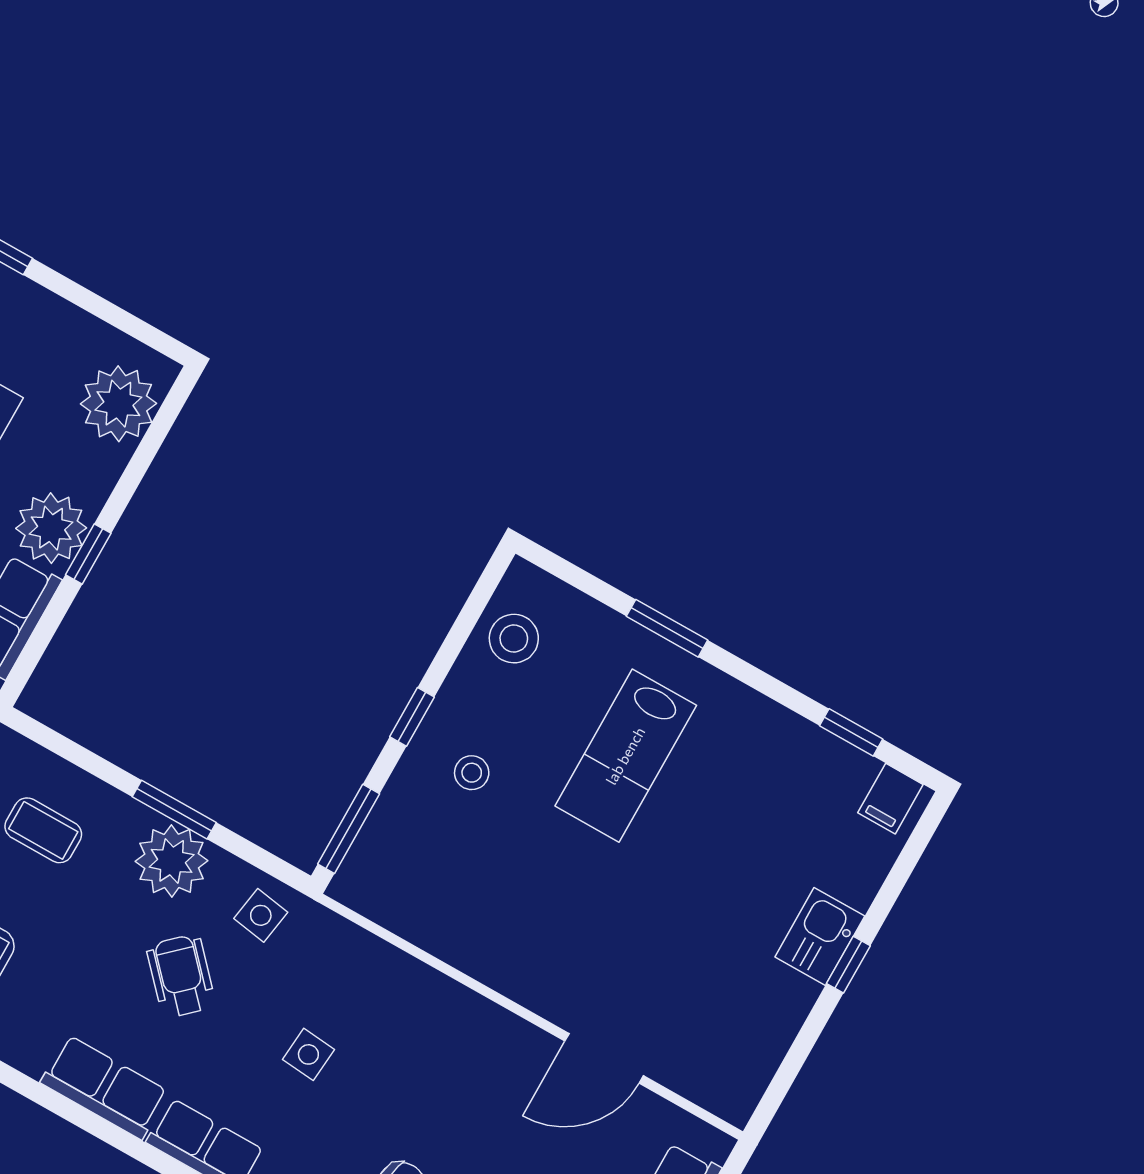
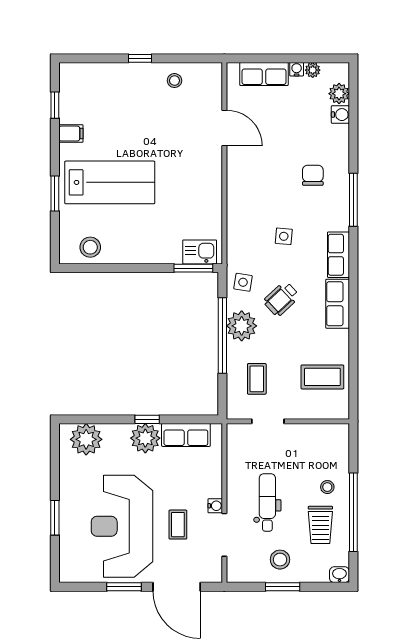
window: (412, 717) -> (140, 268), removed
lab bench: (626, 756) -> (110, 182), width x1.36, depth x1.39
stool: (472, 773) -> (174, 81), moved
filing cabinet: (890, 799) -> (71, 134), moved
window: (174, 810) -> (222, 335), width x2.11
kitchen sink: (820, 936) -> (200, 252), moved, turned 180

